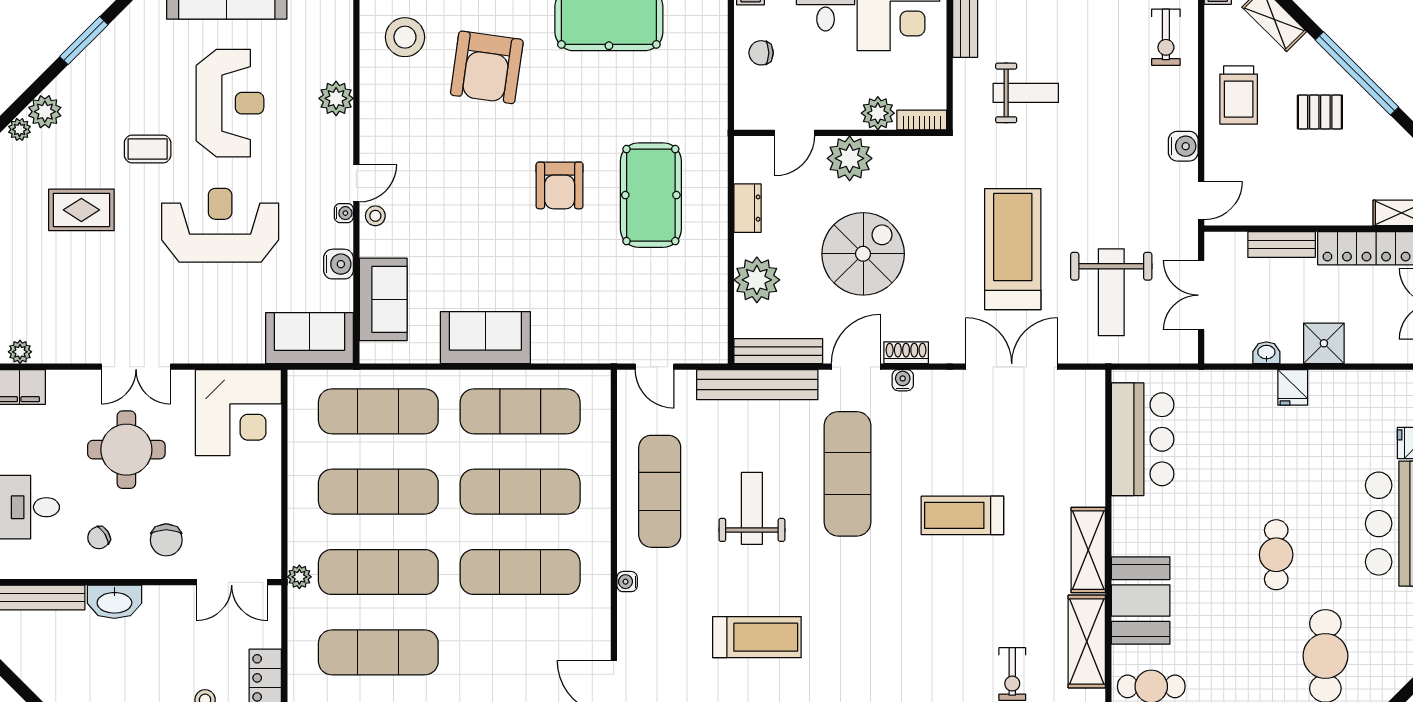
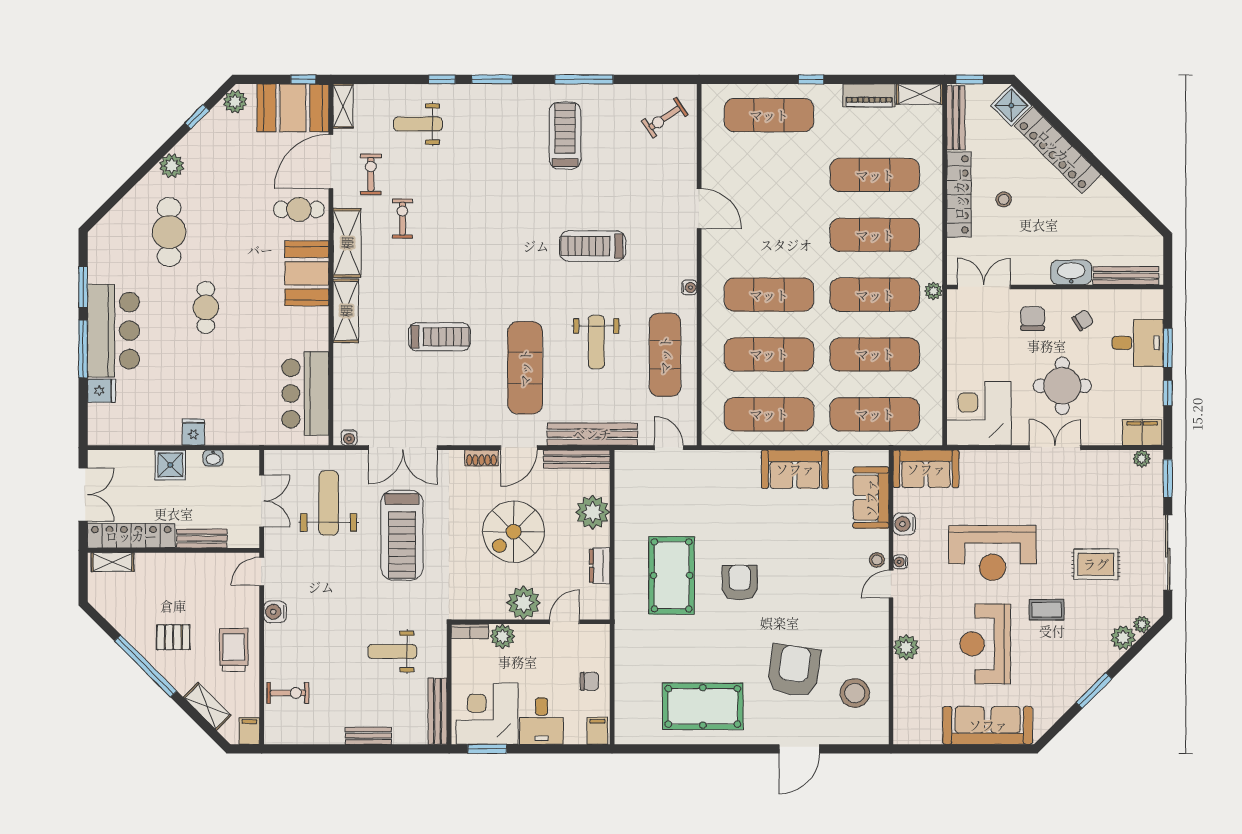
exercise bike: (1166, 37) -> (288, 693), turned 90
water cooler: (903, 380) -> (349, 438), moved

